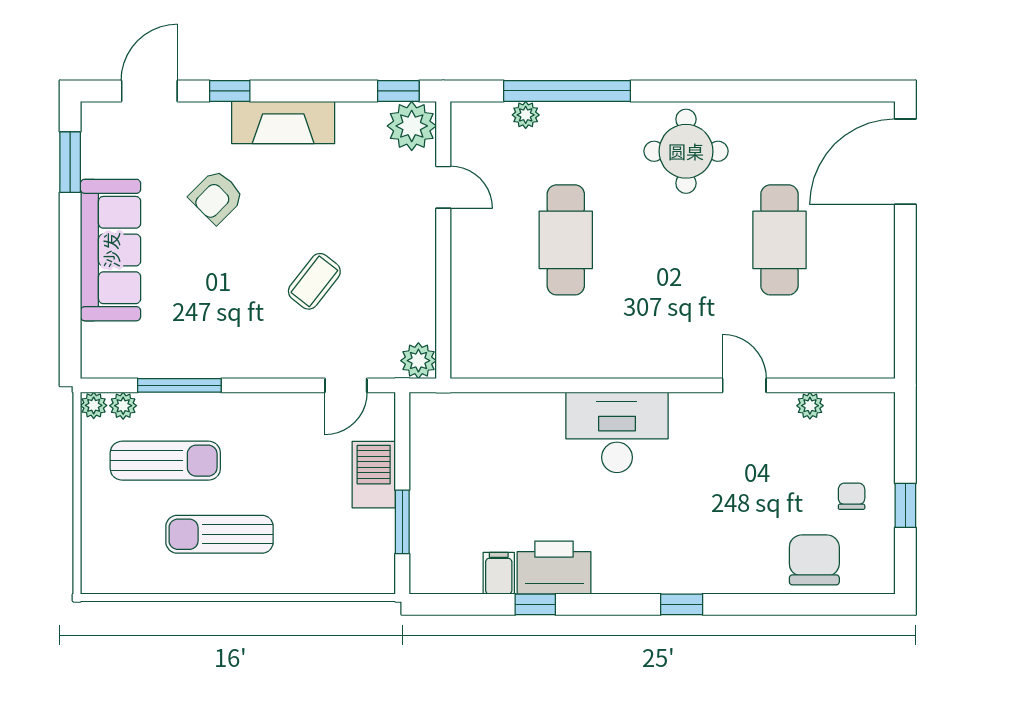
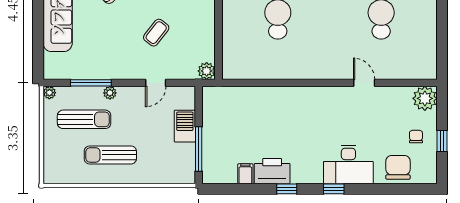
door: (346, 385) -> (156, 83), moved
plant: (123, 406) -> (110, 93), moved
plant: (810, 406) -> (425, 98), moved, width x1.88, depth x1.88
desk: (617, 432) -> (348, 164), moved, turned 180
window: (402, 522) -> (199, 149), width x1.44
window: (535, 604) -> (287, 189), moved

